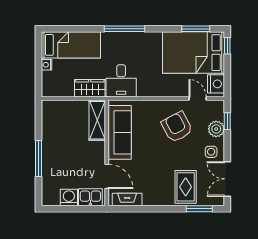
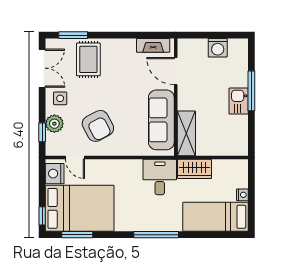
kitchen sink: (90, 197) -> (239, 101), moved, turned 90

